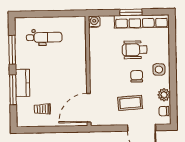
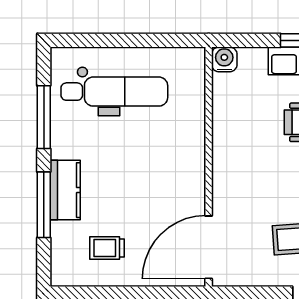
dental chair: (44, 37) -> (114, 92), width x1.36, depth x1.38

